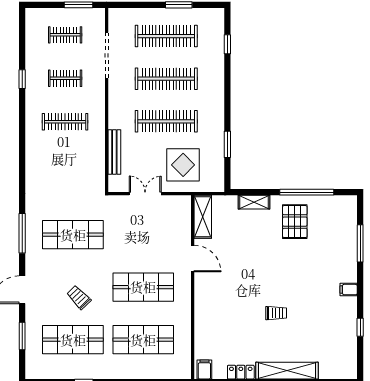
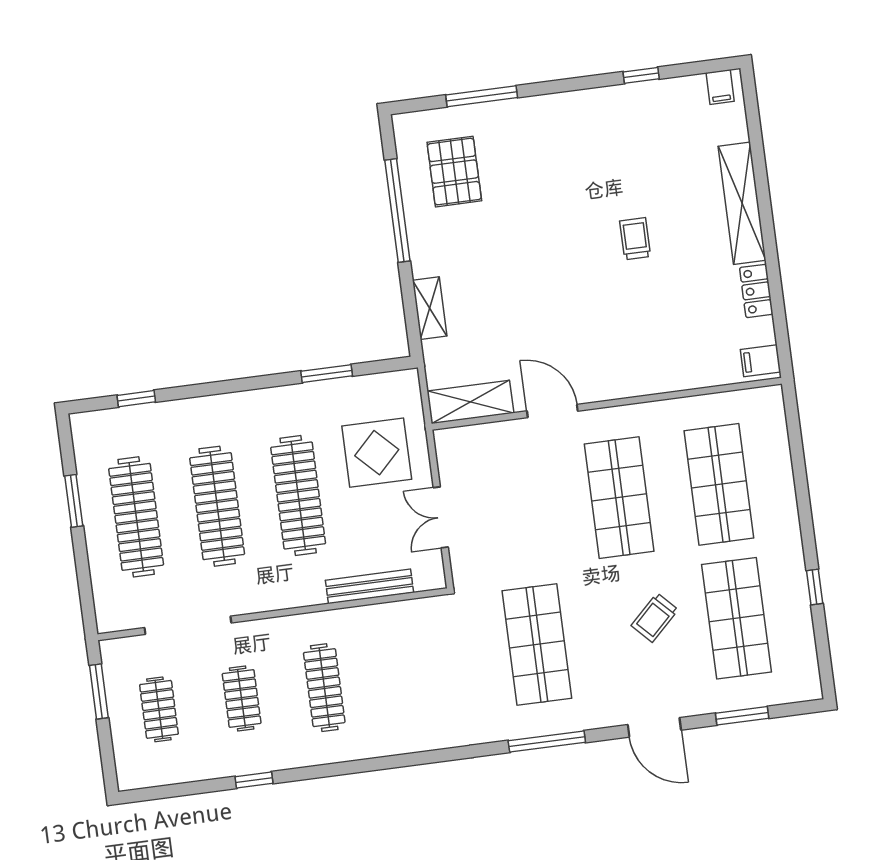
pallet: (295, 222) -> (454, 172), moved, turned 90
door: (193, 259) -> (552, 411), hinge flipped
filing cabinet: (349, 290) -> (720, 87), moved

